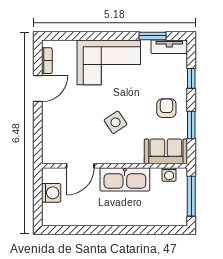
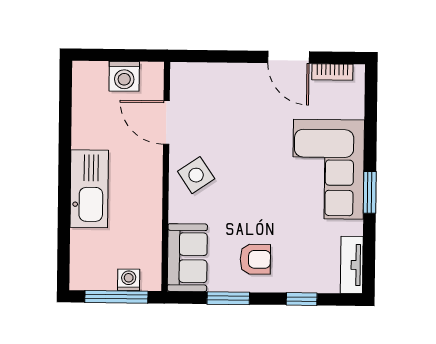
window: (152, 36) -> (370, 192), moved
side table: (116, 122) -> (196, 175), moved
washing machine: (169, 174) -> (129, 280), moved, turned 90
kitchen sink: (125, 179) -> (89, 189), moved, turned 180

